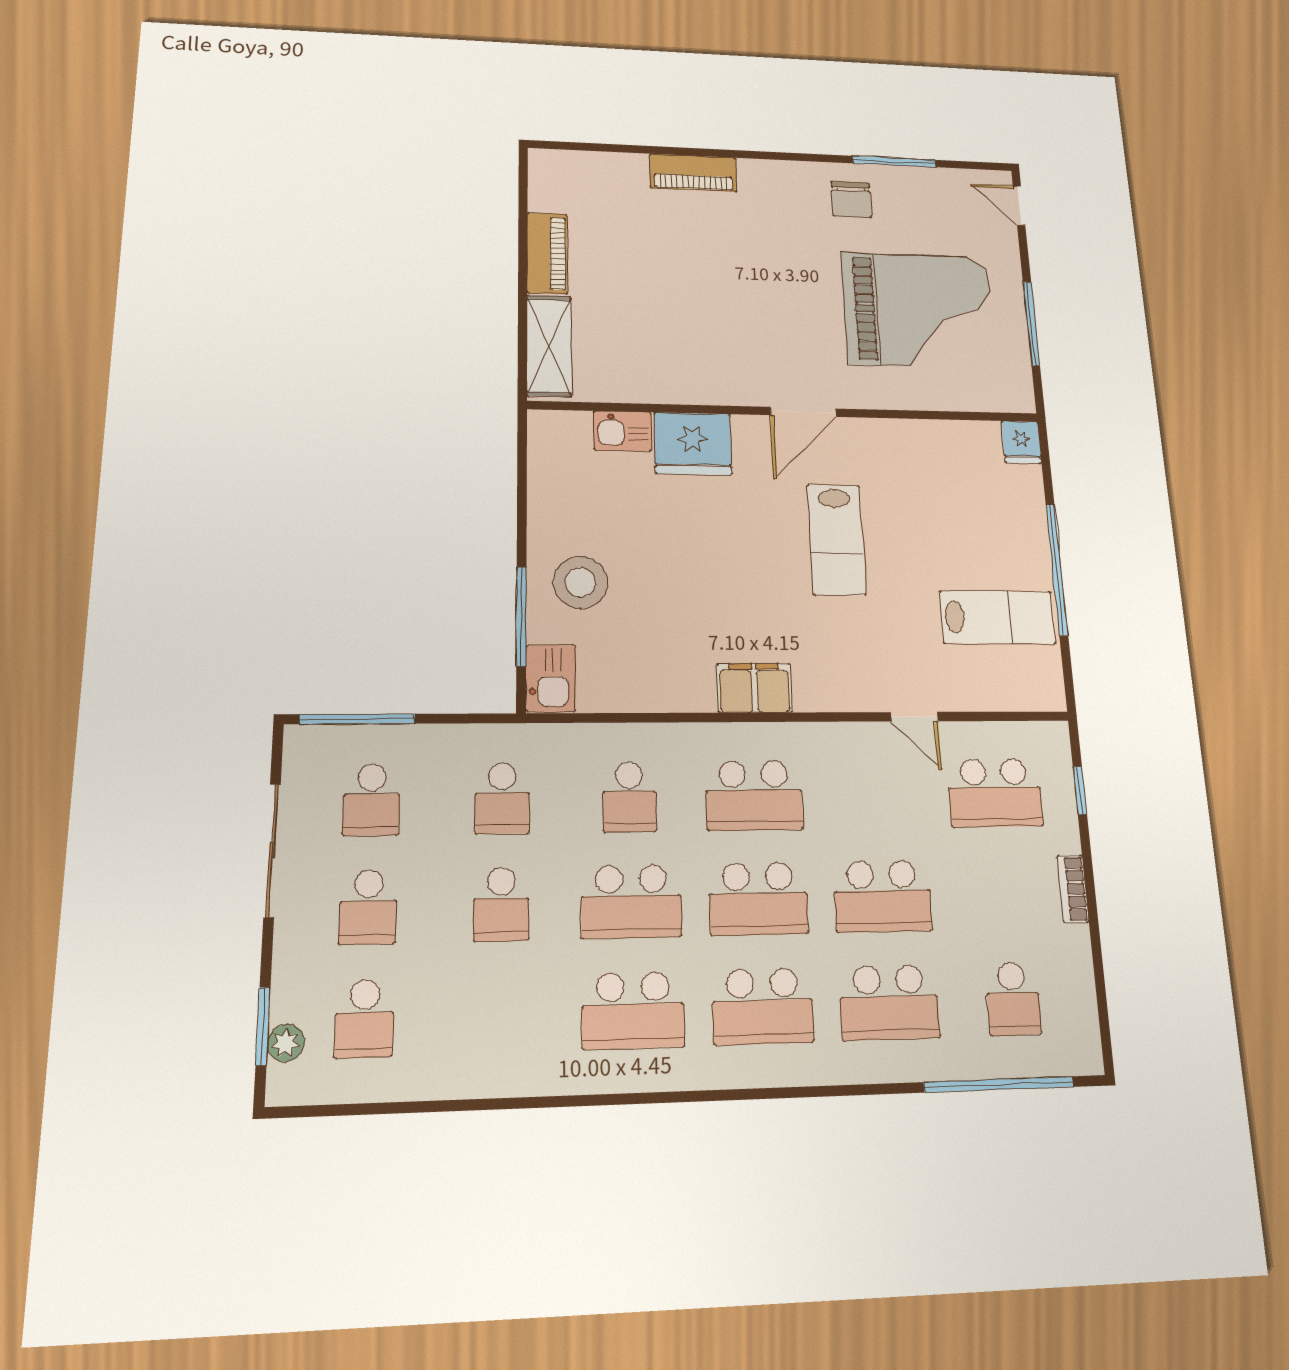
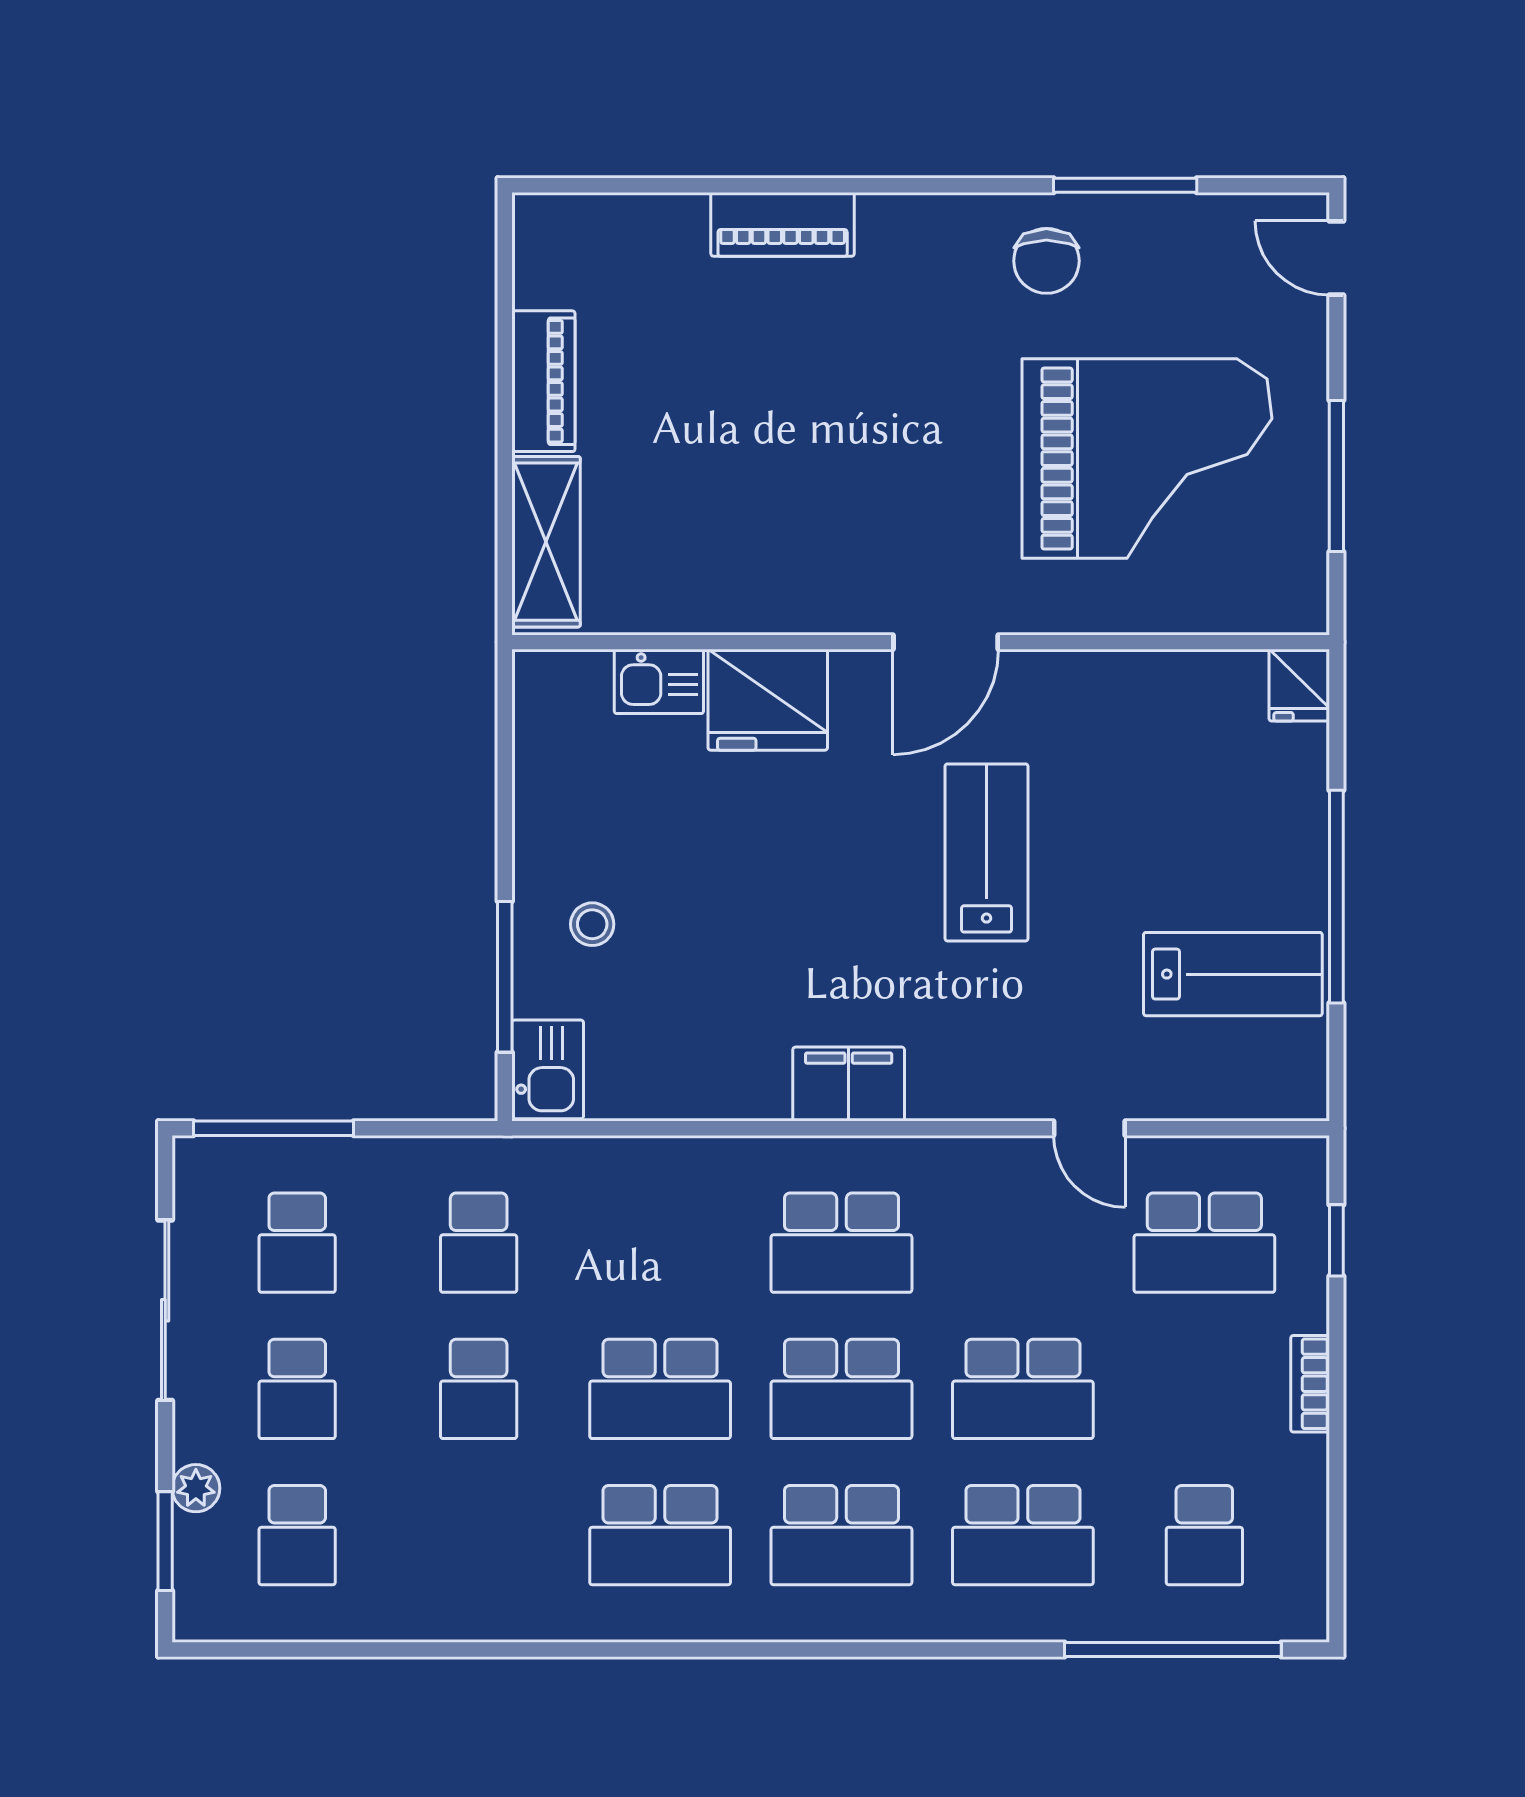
lab bench: (836, 540) -> (987, 852), turned 180
stool: (580, 582) -> (592, 924), width x0.53, depth x0.53
school desk: (630, 797) -> (660, 1243), removed
plant: (286, 1043) -> (196, 1488), moved

